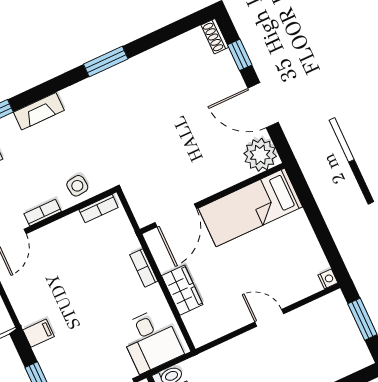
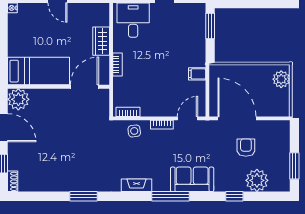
filing cabinet: (39, 333) -> (197, 74), moved

